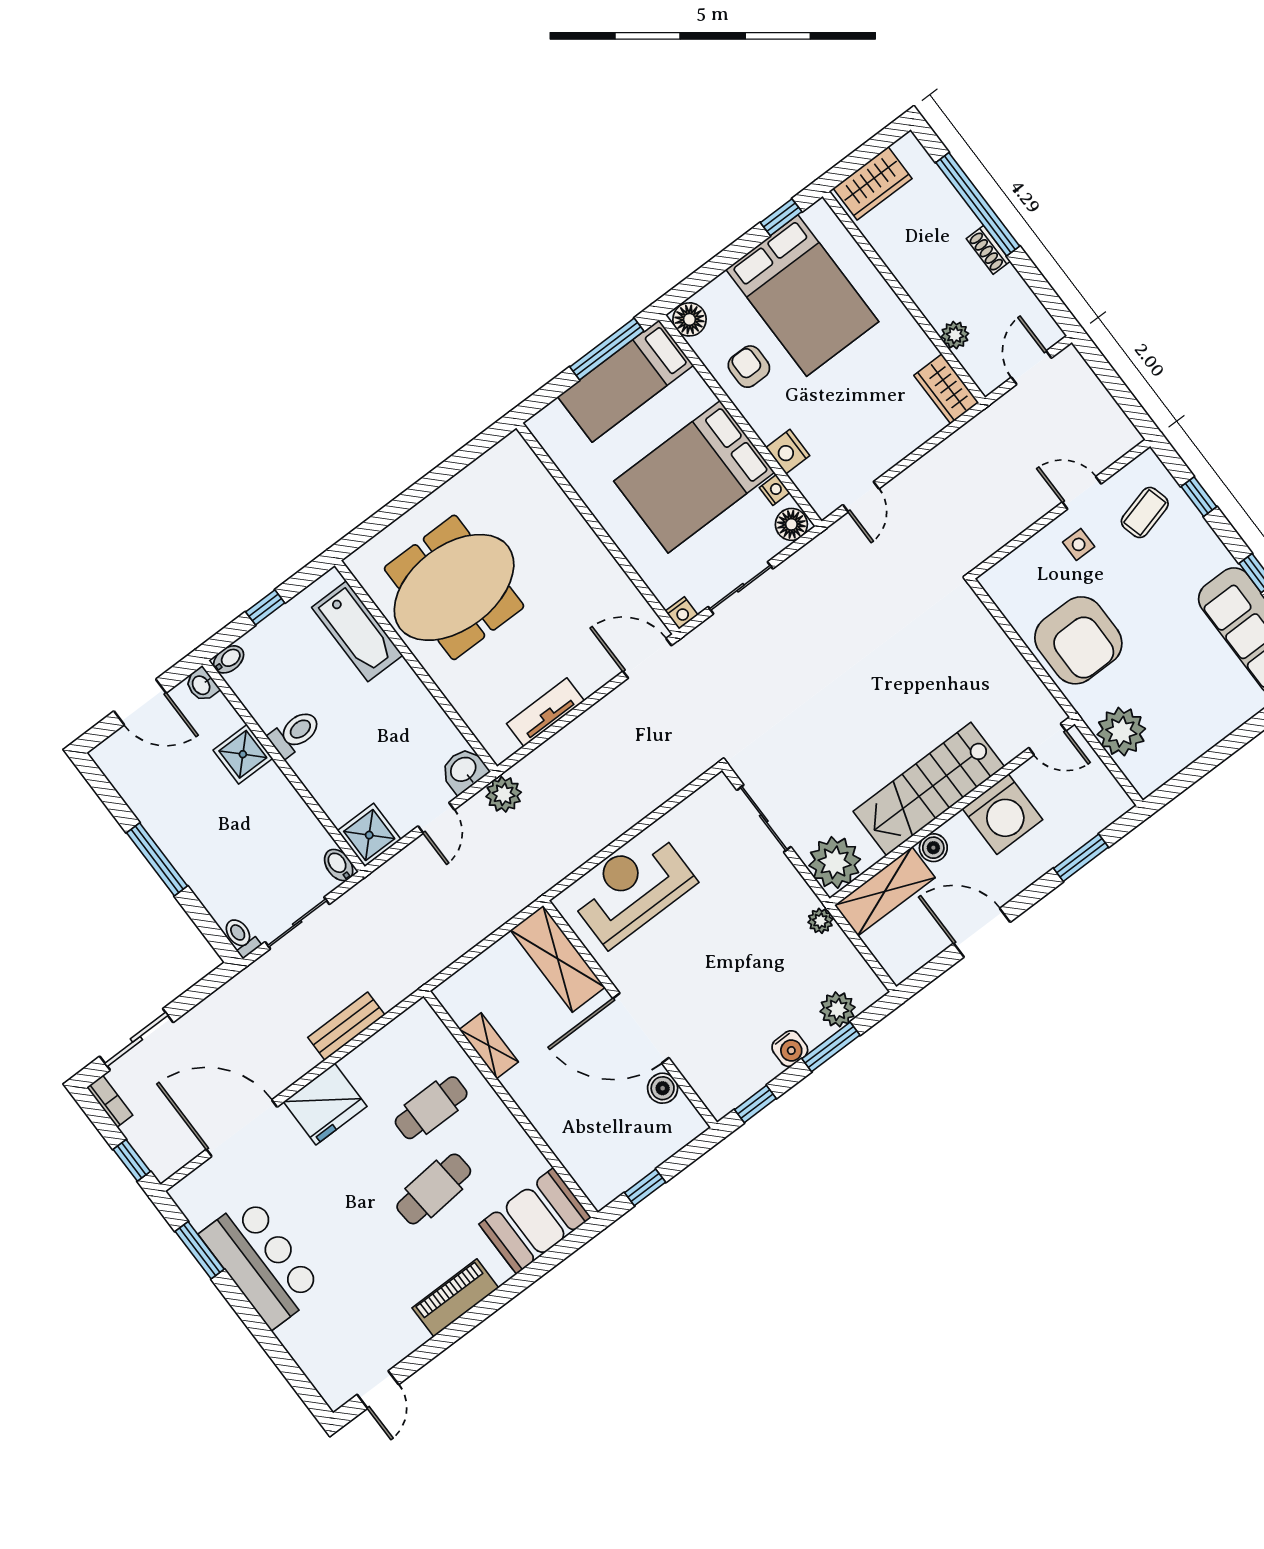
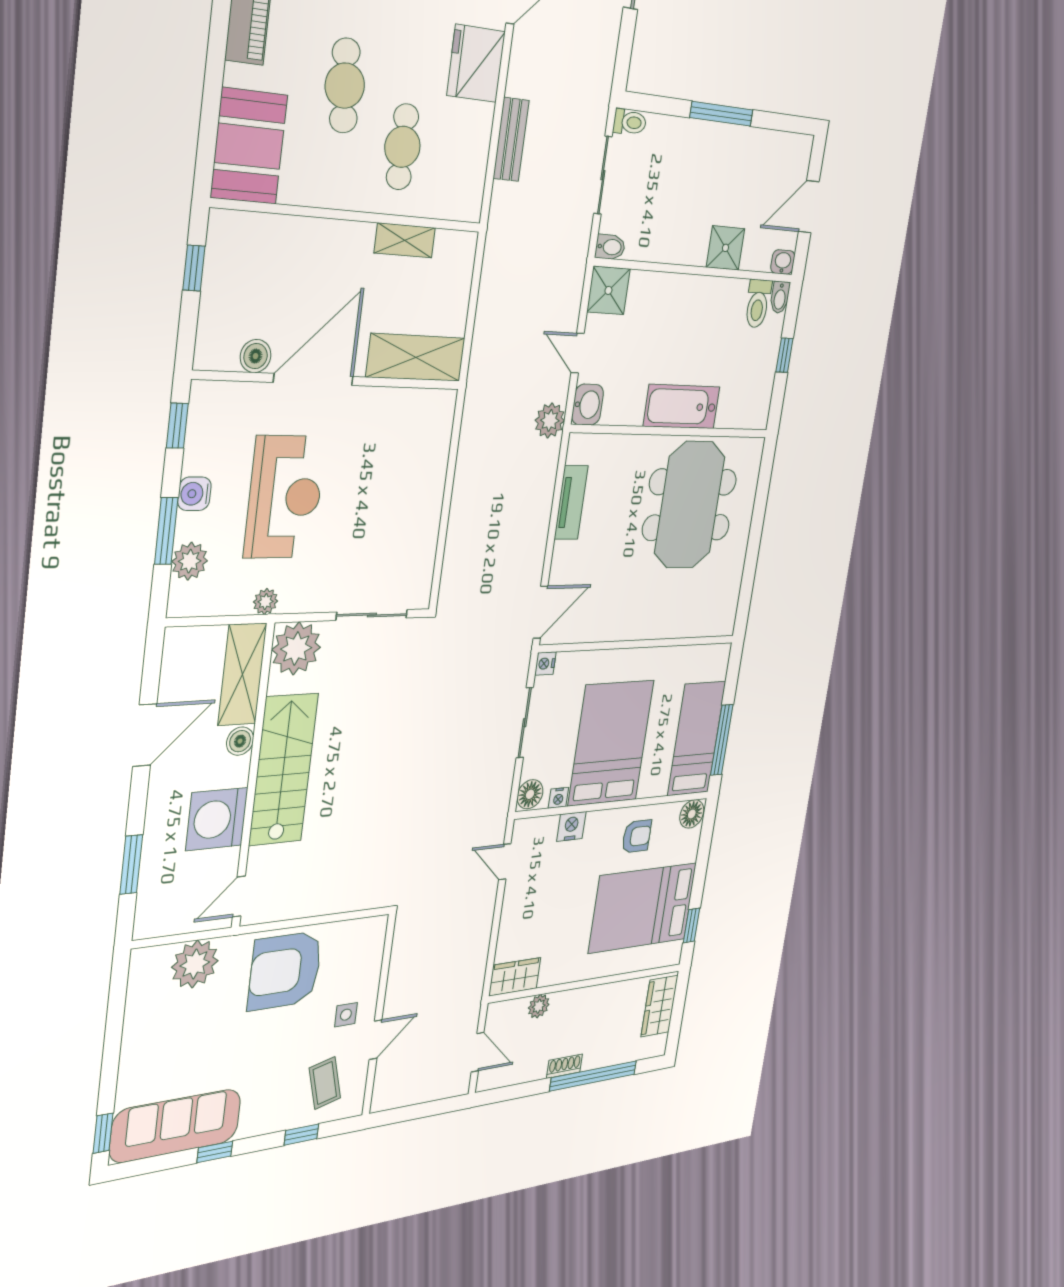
bathtub: (357, 631) -> (682, 407), moved
toilet: (295, 733) -> (758, 304), moved
reception desk: (632, 888) -> (285, 497), moved

